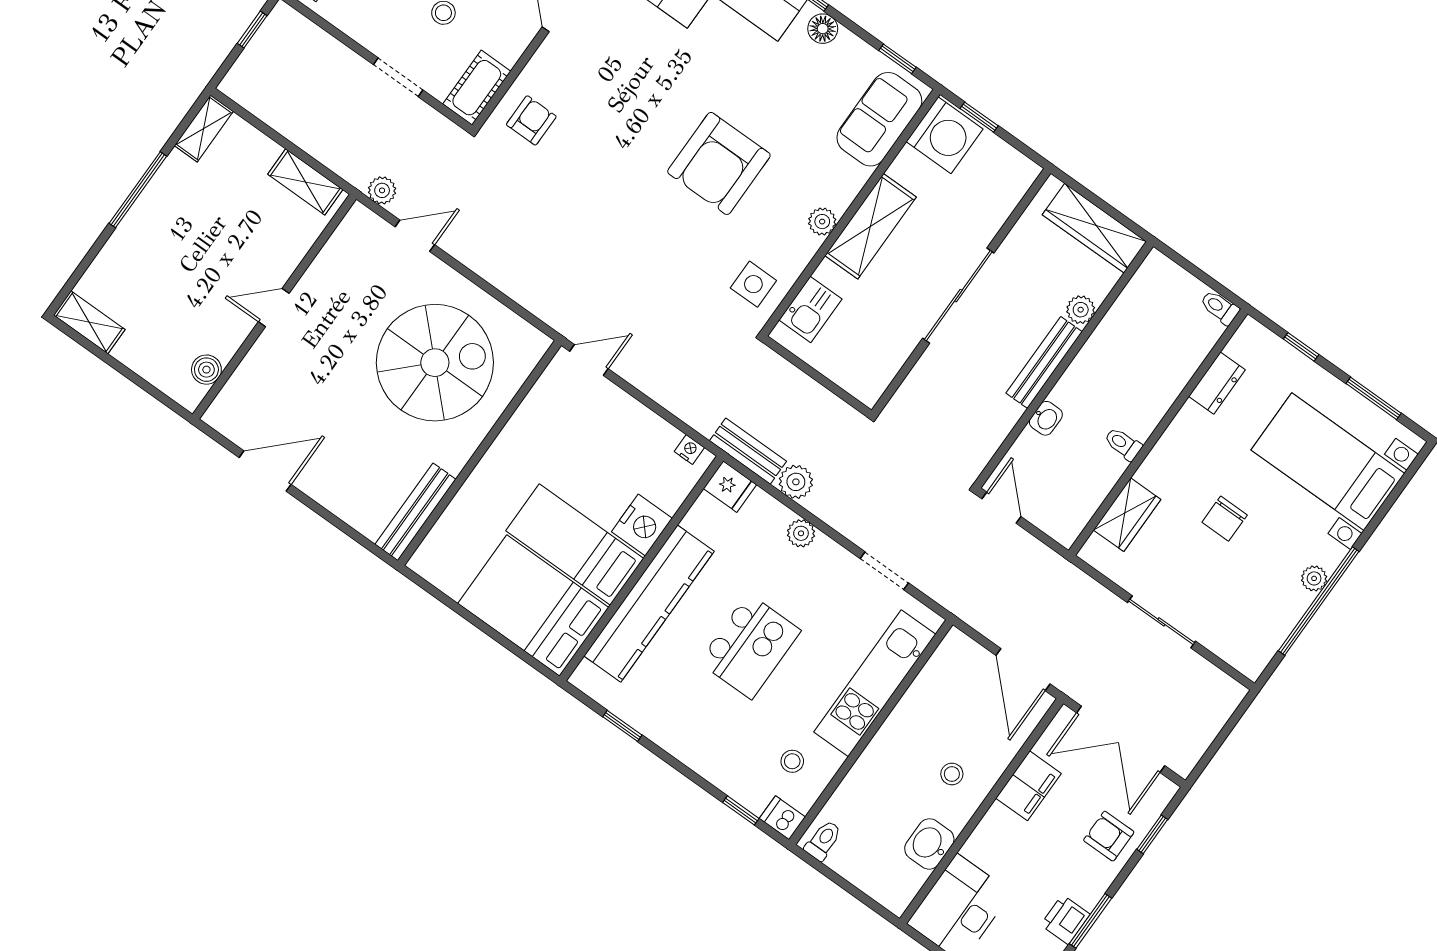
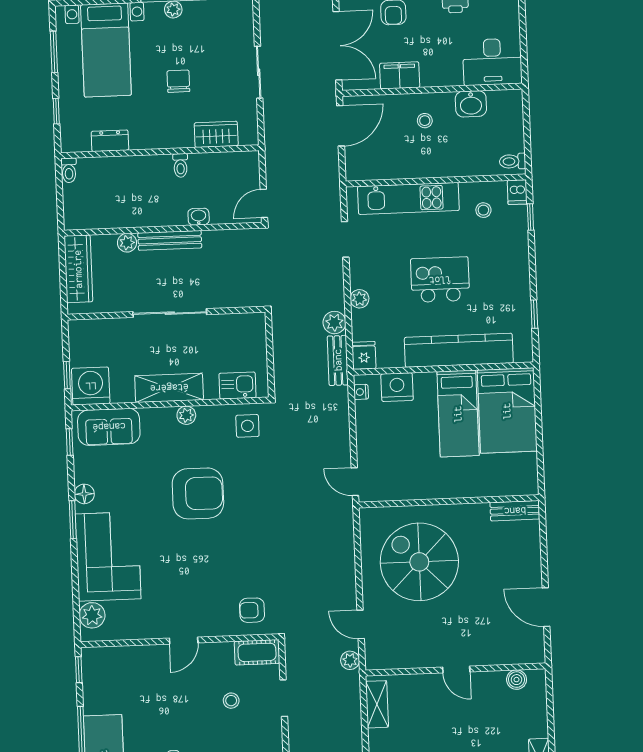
bench: (415, 512) -> (515, 511), width x0.73
chair: (1225, 519) -> (178, 81), turned -90
nightstand: (642, 525) -> (397, 387), moved

